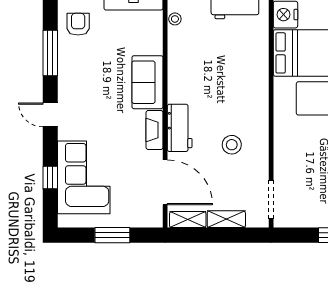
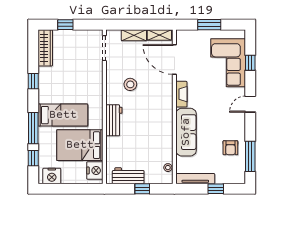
armchair: (78, 24) -> (230, 148), moved
window: (50, 53) -> (250, 156), moved
sofa: (147, 82) -> (186, 132), width x1.36
door: (50, 115) -> (250, 104), swing flipped
workbench: (180, 128) -> (114, 120), moved, turned 180

